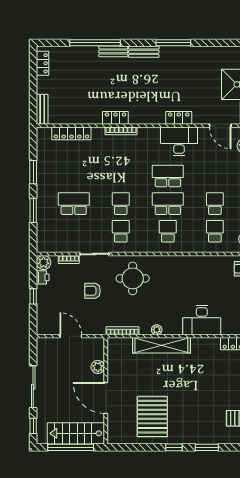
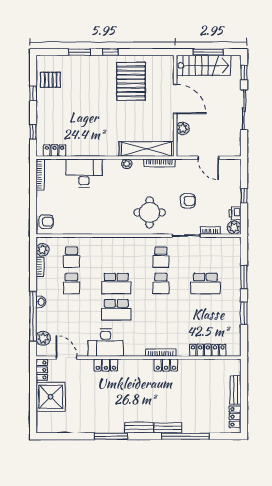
bench: (42, 109) -> (235, 390), moved
school desk: (168, 231) -> (116, 257), removed
shelving: (161, 345) -> (146, 149), moved
window: (71, 447) -> (208, 52), width x0.68

